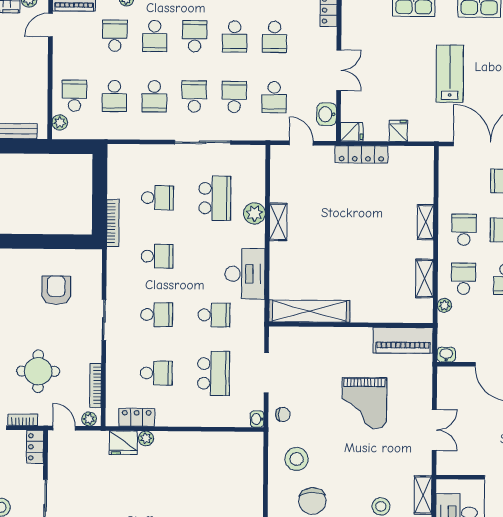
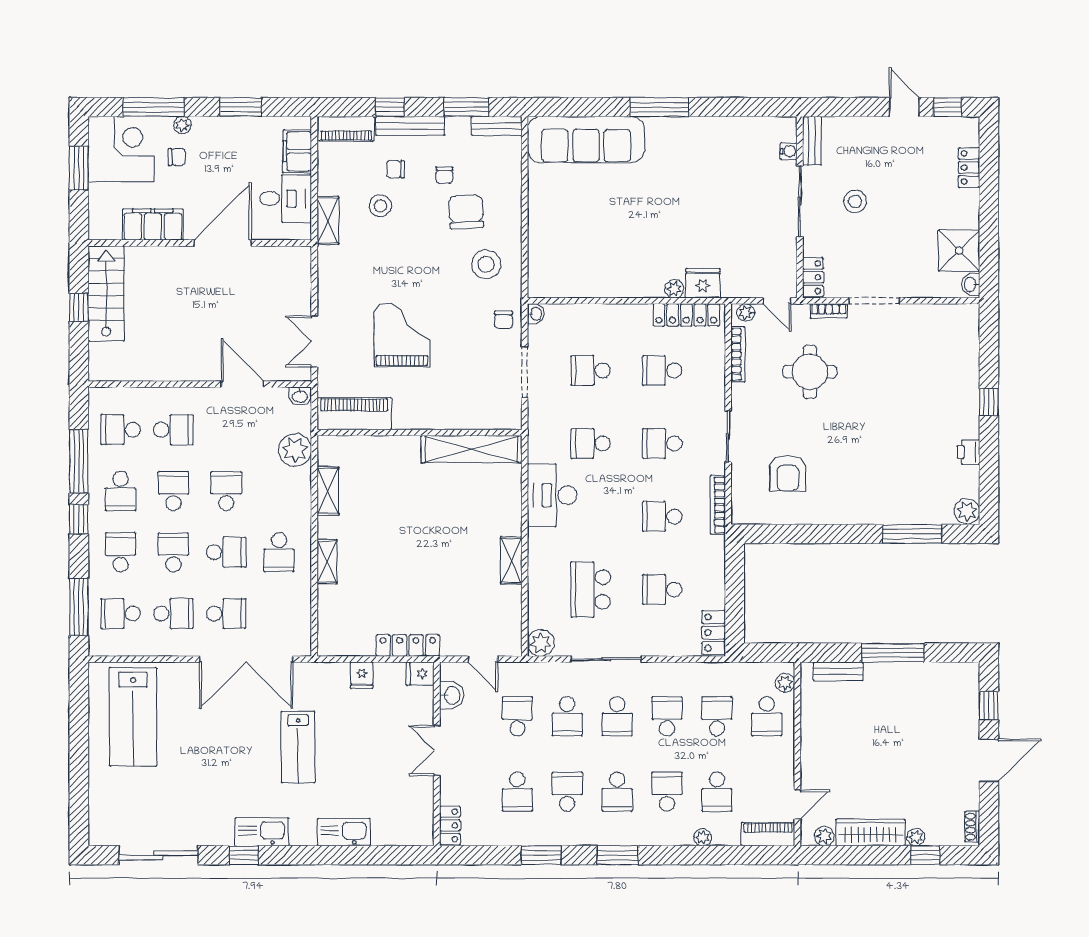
school desk: (275, 37) -> (517, 792), turned 180
locker: (117, 163) -> (713, 633), added
plant: (255, 213) -> (541, 643), moved
bookcase: (113, 223) -> (718, 505), moved
school desk: (464, 279) -> (279, 491), removed
plant: (444, 305) -> (295, 450), width x1.87, depth x1.87
school desk: (214, 373) -> (591, 370), width x0.54
chair: (283, 414) -> (504, 320), turned -91
locker: (137, 417) -> (686, 315), width x1.53
double door: (434, 430) -> (314, 341), moved

